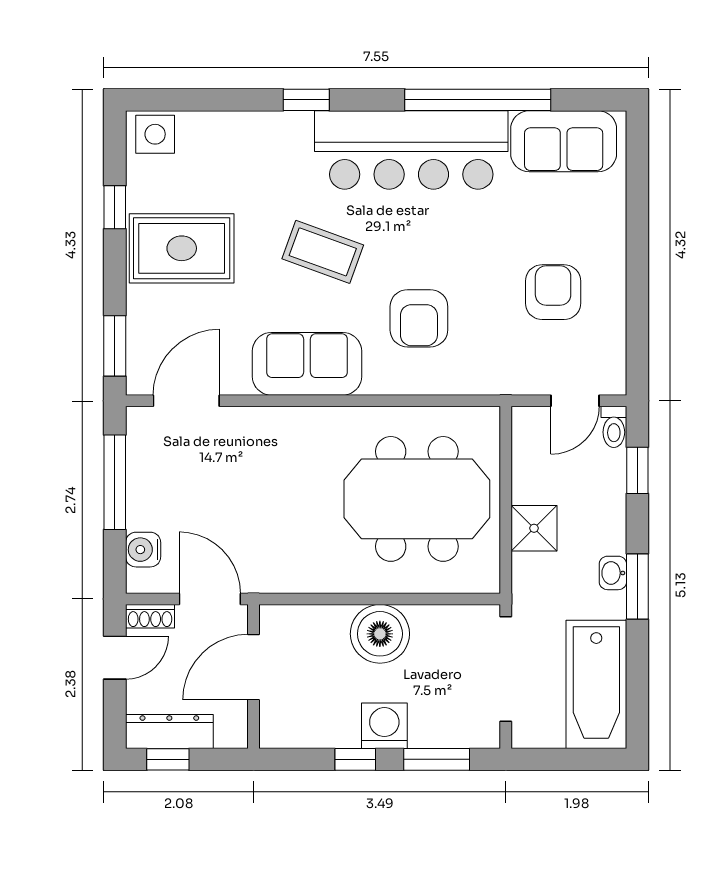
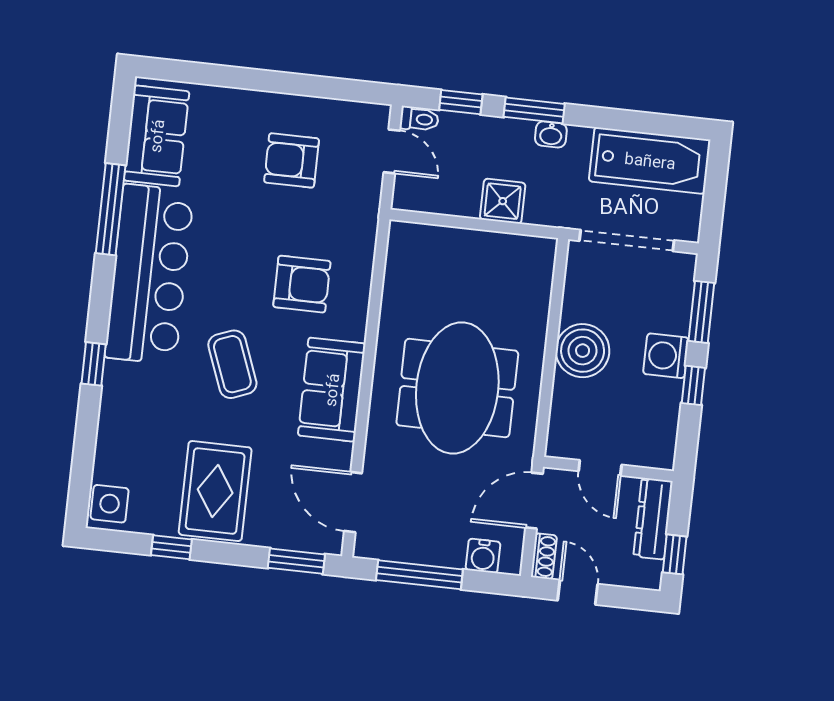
window: (478, 100) -> (111, 209), width x0.68
coffee table: (323, 252) -> (232, 364), turned -41
meeting table: (417, 499) -> (457, 388), moved
window: (637, 587) -> (534, 110), moved
door: (254, 667) -> (600, 468), width x0.73
dresser: (169, 731) -> (653, 519), moved

